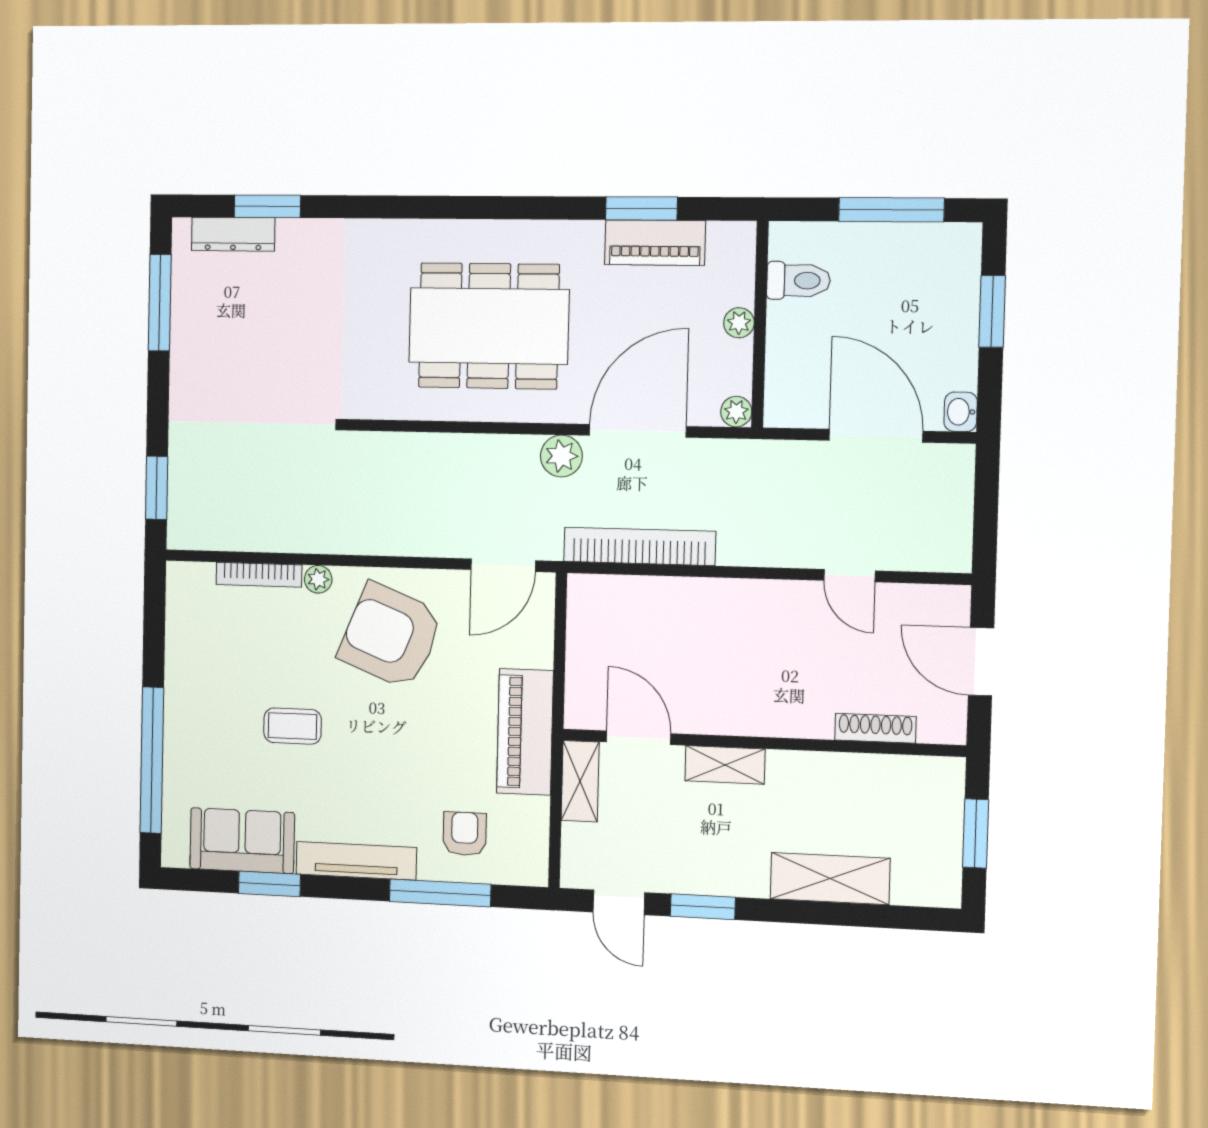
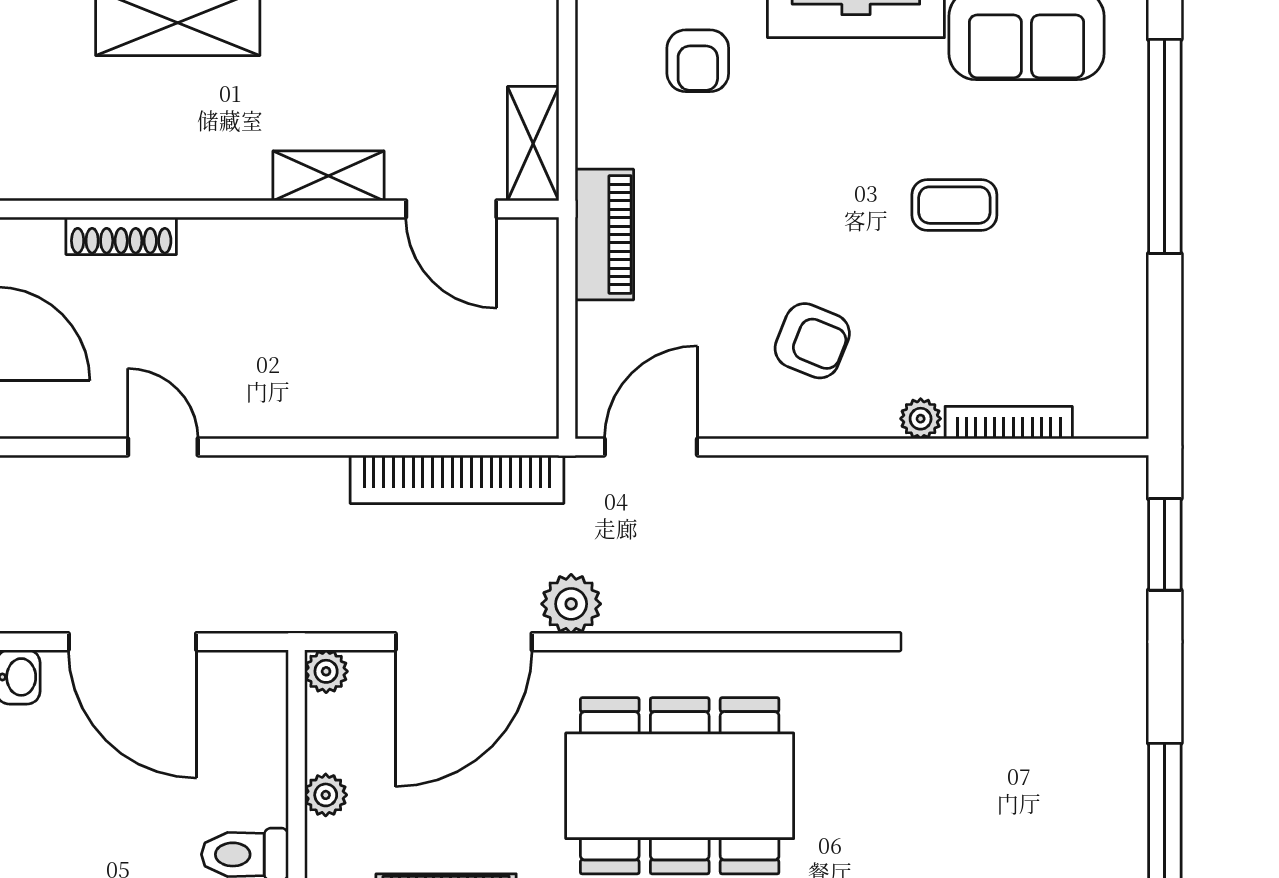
armchair: (391, 636) -> (812, 341), width x0.53, depth x0.53
piano: (525, 732) -> (604, 235), width x0.73, depth x0.75

